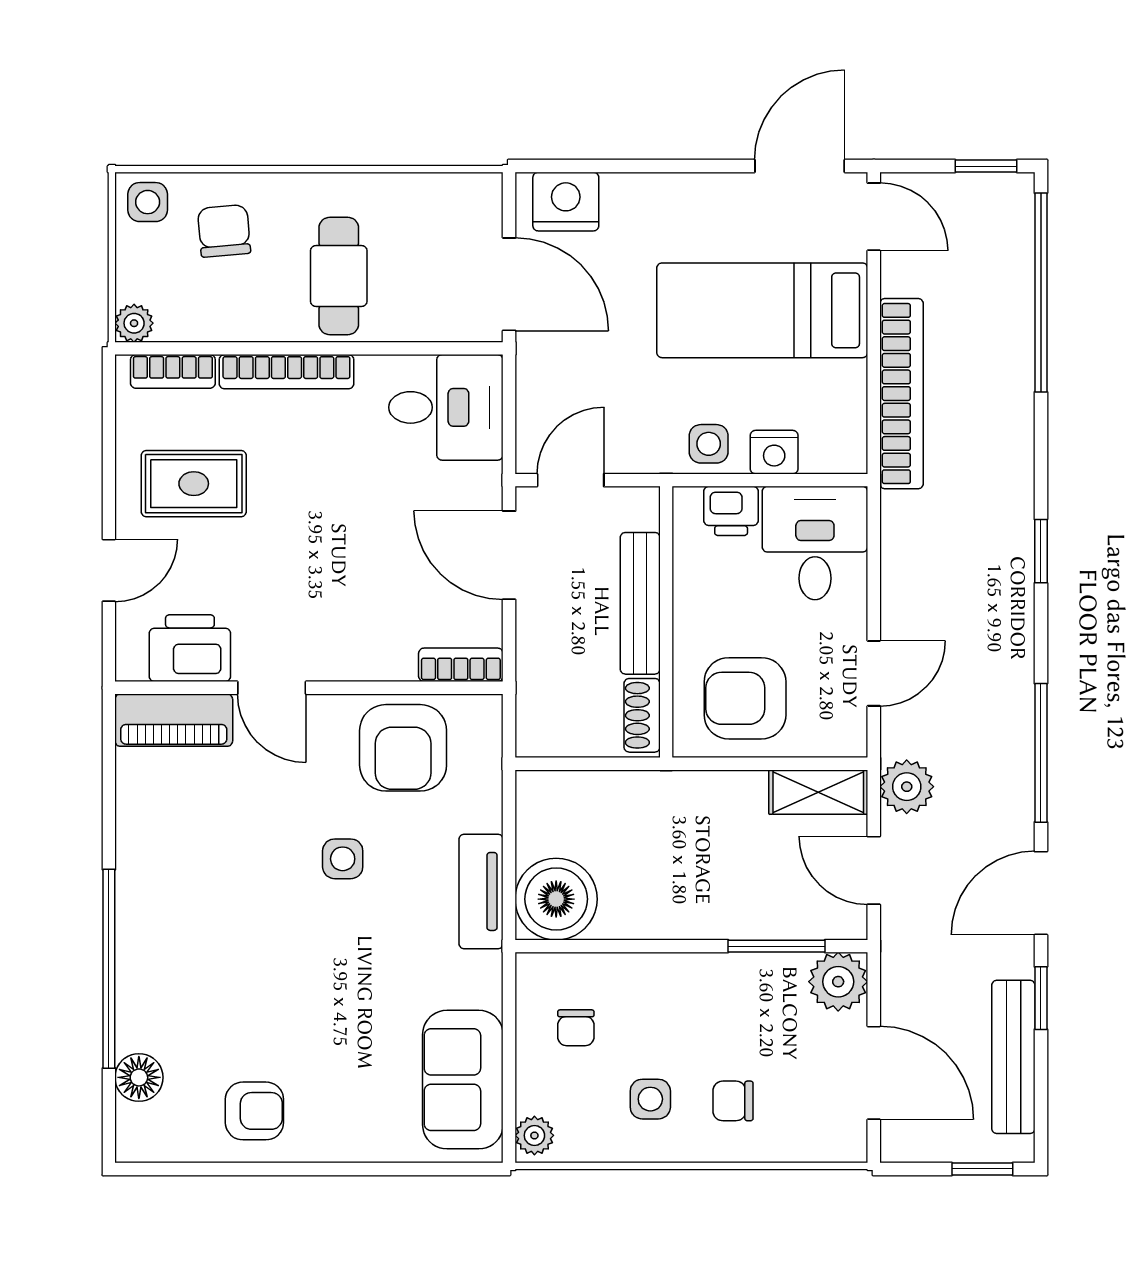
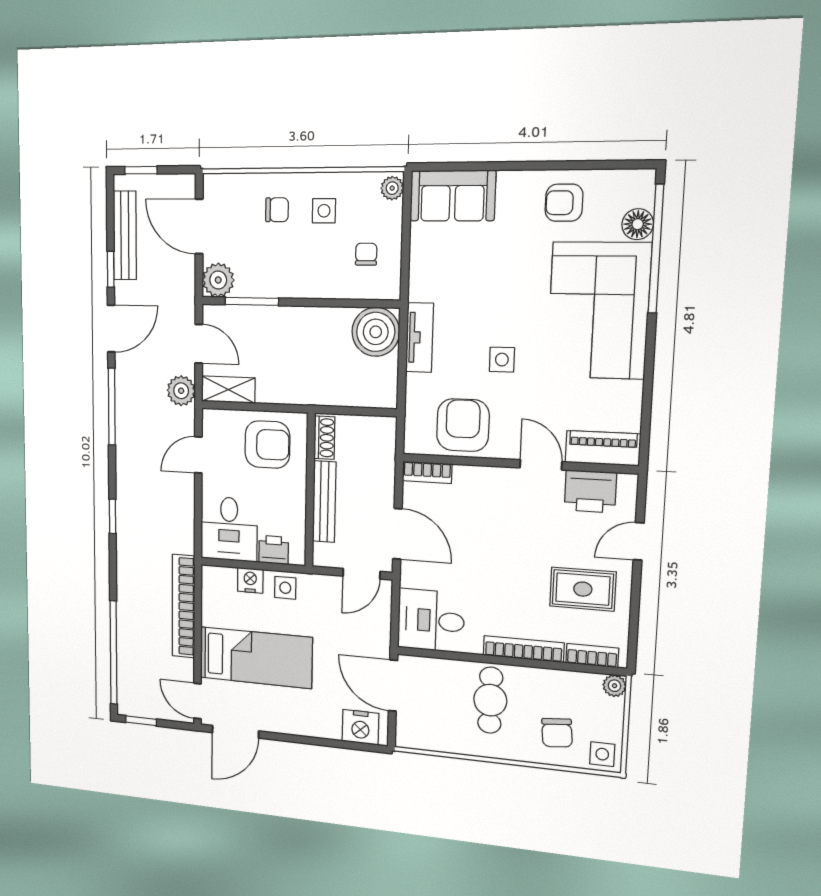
corner sofa: (192, 942) -> (599, 311), added
window: (109, 969) -> (656, 249), moved
sofa: (463, 1080) -> (453, 196), moved, turned 90

